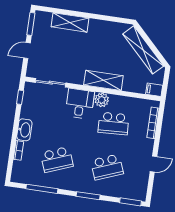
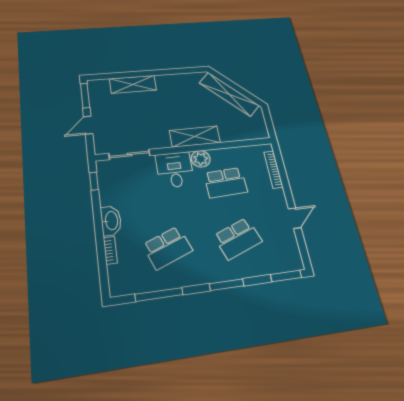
filing cabinet: (154, 90) -> (259, 133), removed

